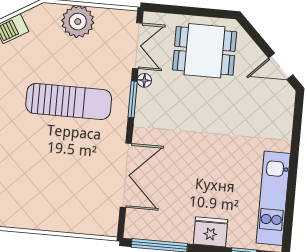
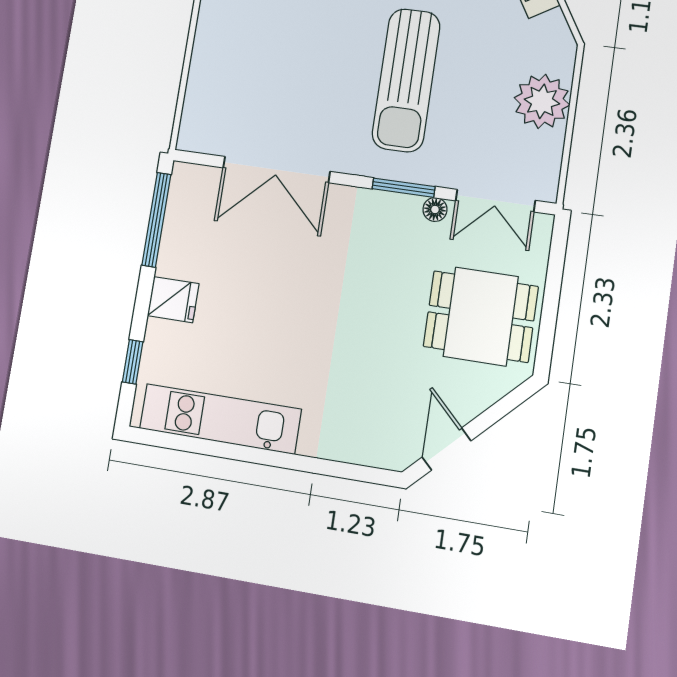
dining table: (205, 51) -> (481, 316), turned 90
fridge: (211, 232) -> (173, 300), width x0.72

